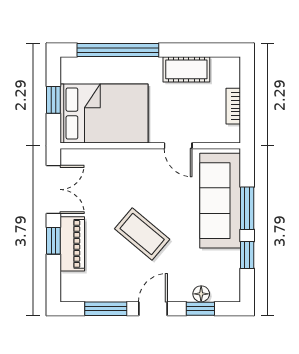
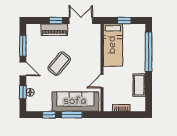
bed: (104, 114) -> (113, 45), width x0.67
double door: (53, 189) -> (81, 21), swing flipped

